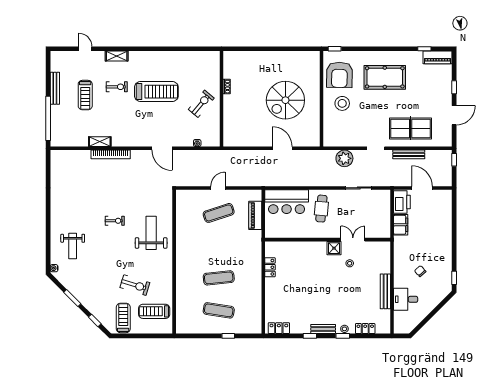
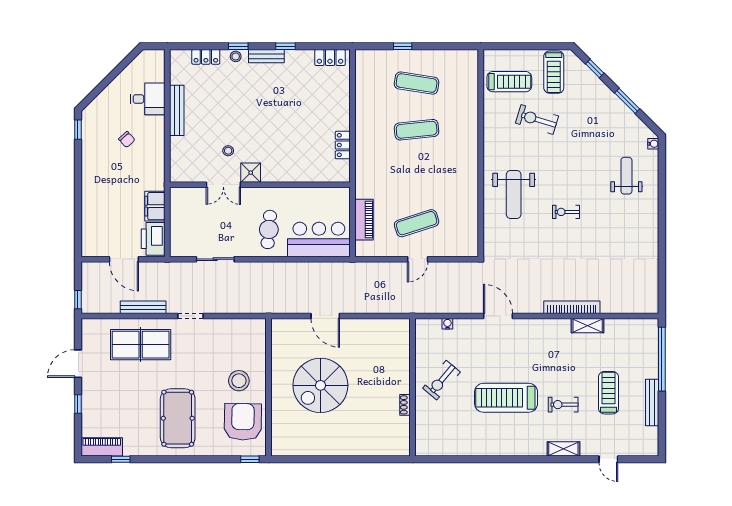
pool table: (385, 77) -> (178, 418), turned 90
spiral stairs: (285, 100) -> (320, 385), turned 180
plant: (344, 158) -> (236, 302), removed

